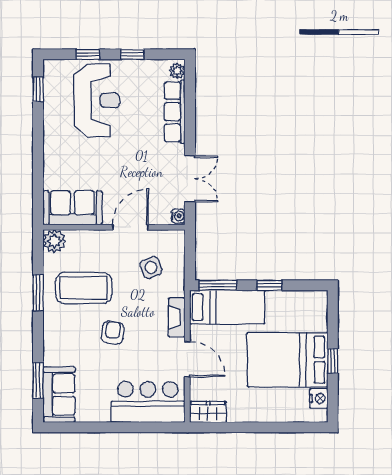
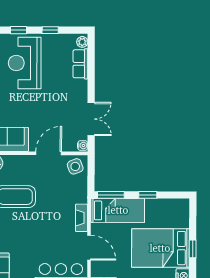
reception desk: (97, 100) -> (25, 63), turned 180
row of seats: (175, 112) -> (80, 64), width x0.68
side table: (151, 268) -> (75, 166), moved
armchair: (113, 333) -> (36, 229), removed

